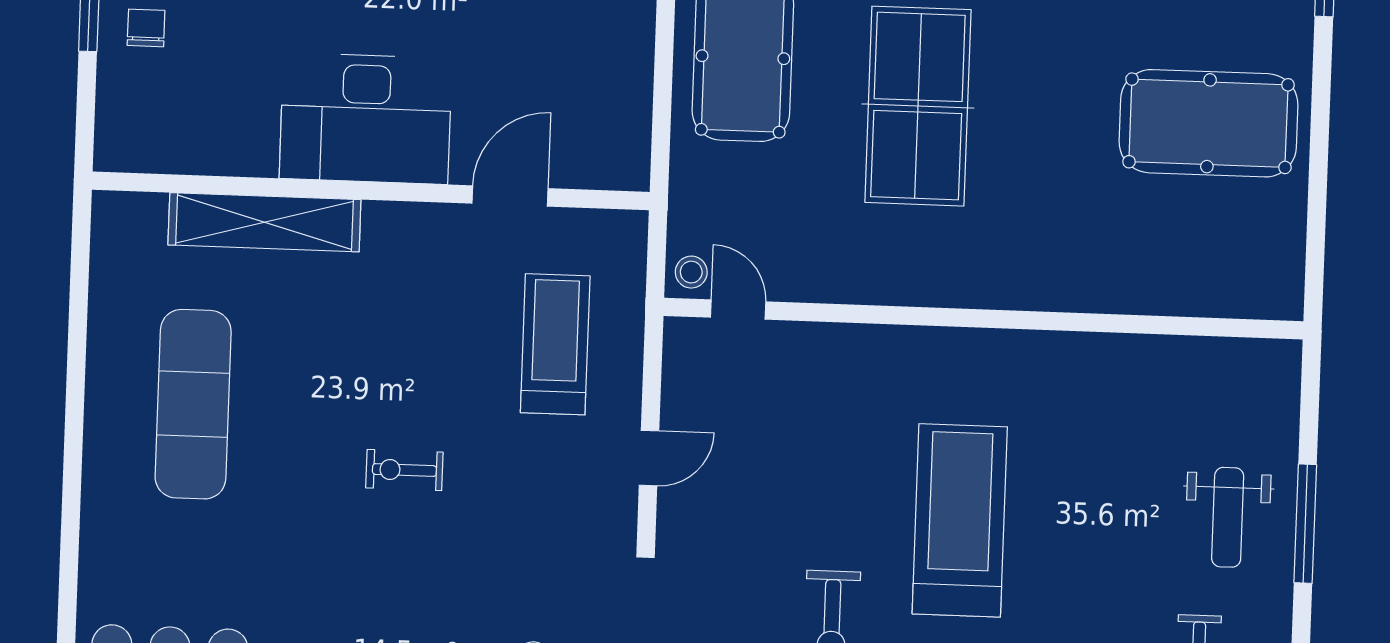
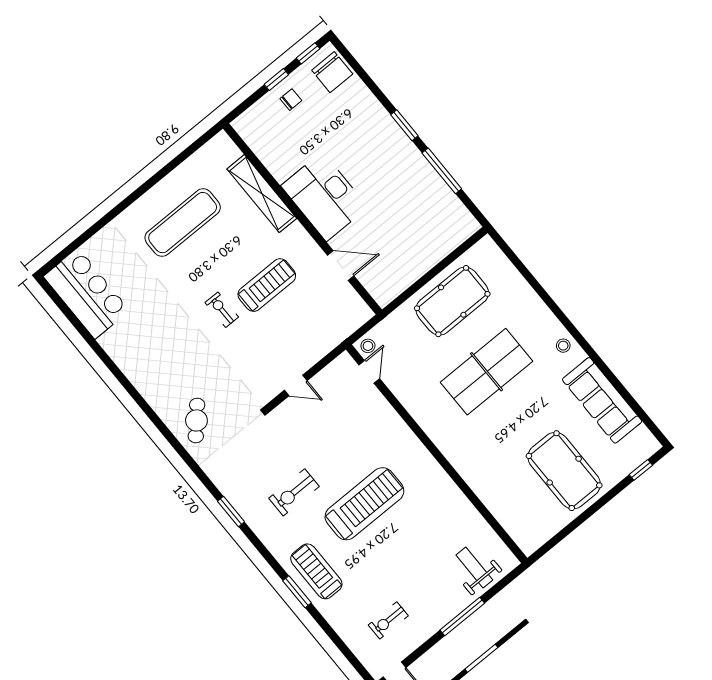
treadmill: (555, 344) -> (267, 285), moved
weight bench: (1228, 517) -> (474, 568), moved, turned 90

